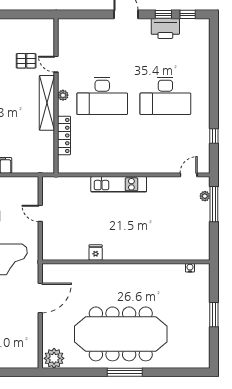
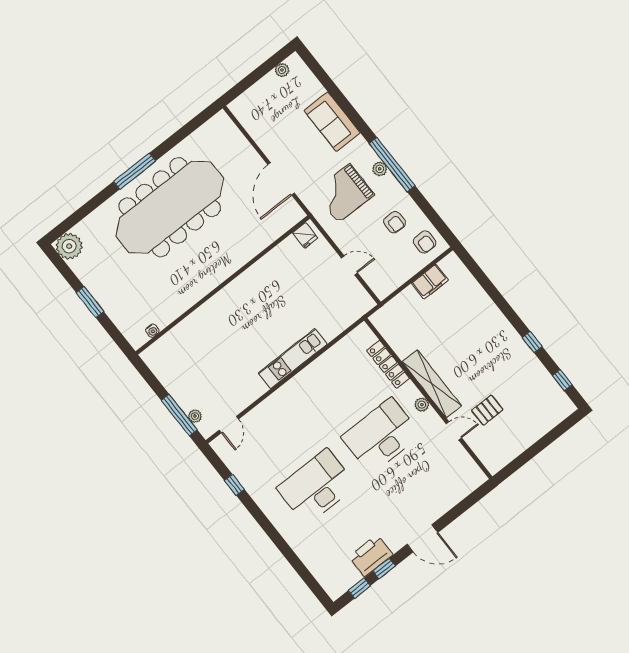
fridge: (96, 253) -> (305, 235), moved
plant: (54, 358) -> (69, 246), moved

